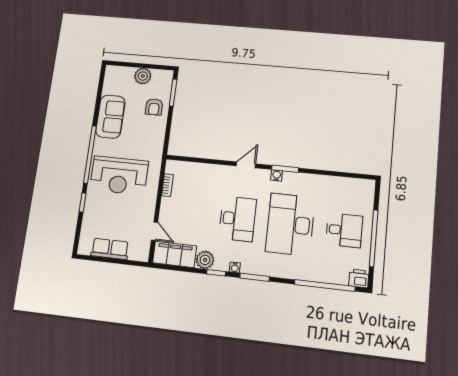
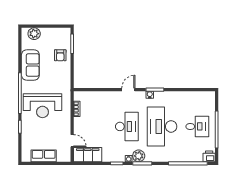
plant: (143, 76) -> (34, 34), moved
plant: (205, 260) -> (139, 156), moved

